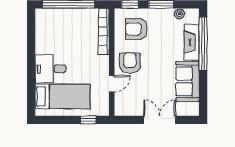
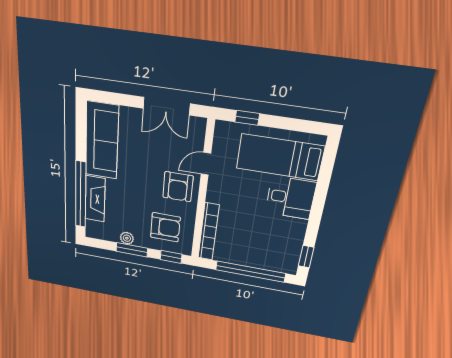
plant: (179, 14) -> (127, 238), moved
window: (31, 25) -> (306, 257), added
sofa: (187, 81) -> (102, 141), width x1.36
double door: (160, 120) -> (166, 106), moved

